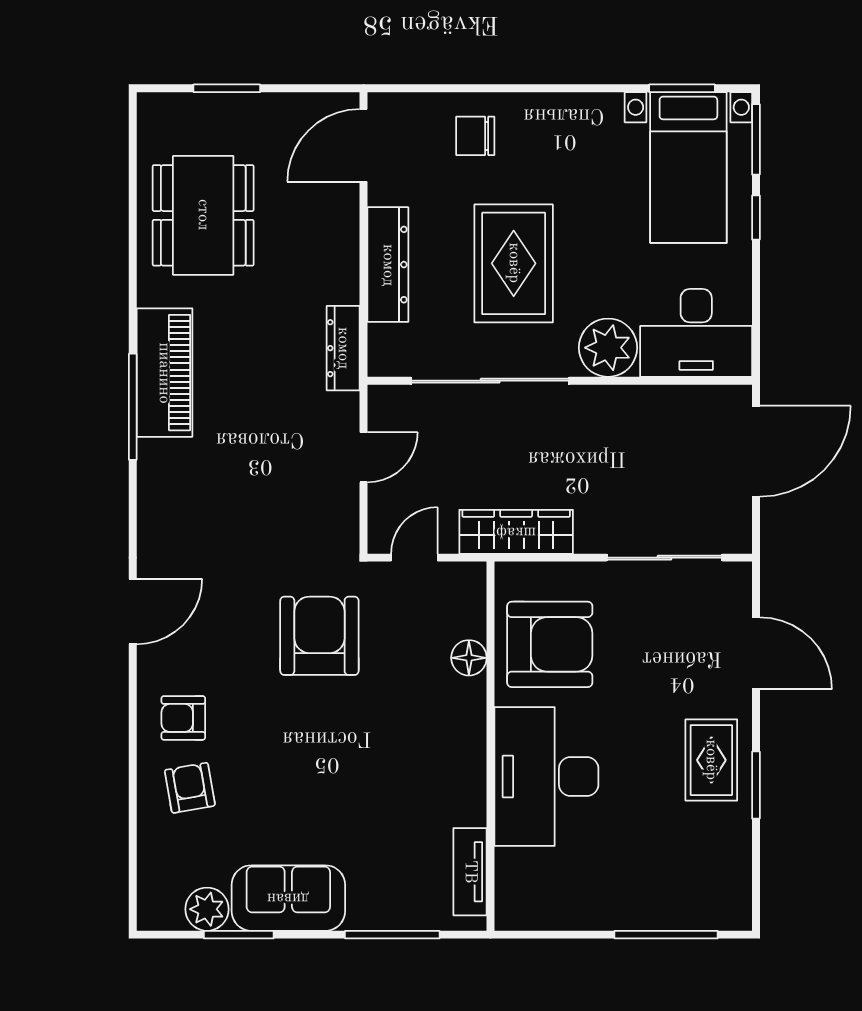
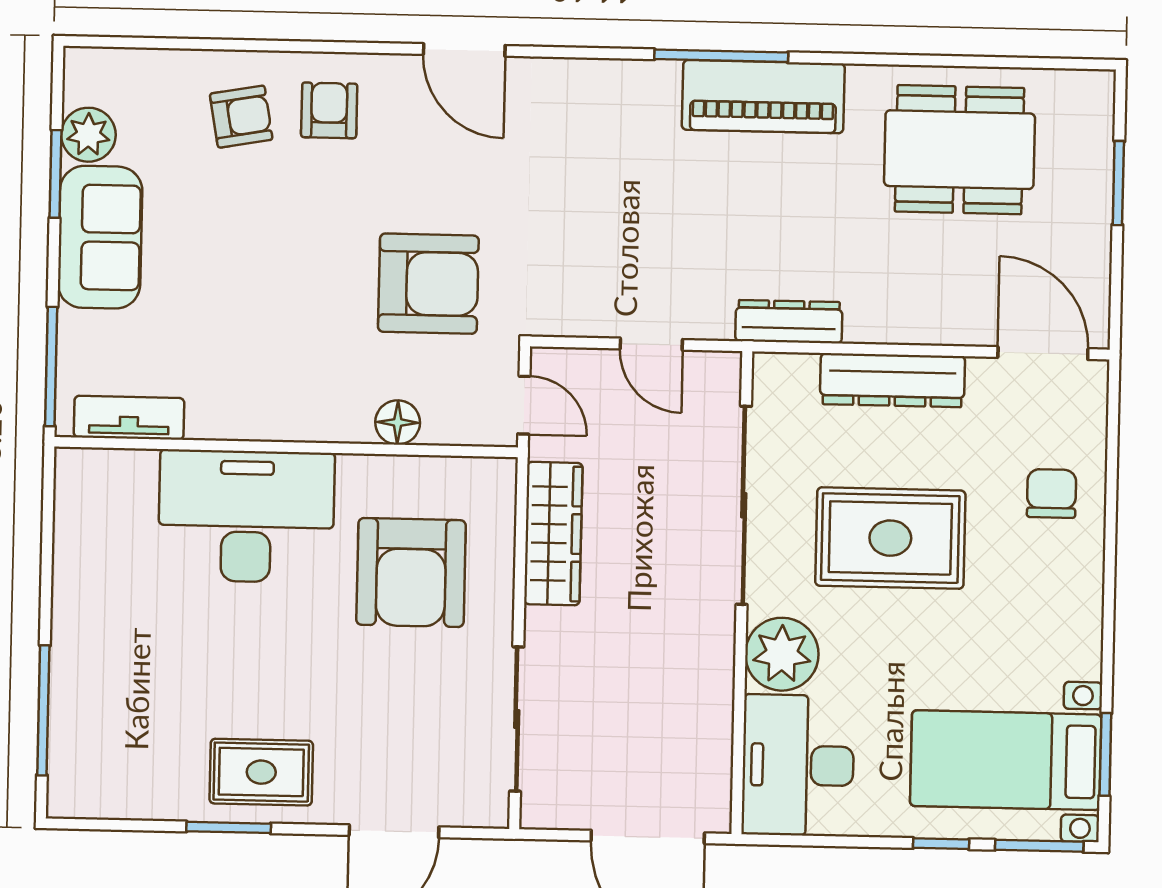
floor lamp: (469, 658) -> (398, 422), moved
wall: (491, 746) -> (286, 447), moved
desk: (546, 777) -> (246, 516), moved
tv unit: (470, 872) -> (129, 418), moved

